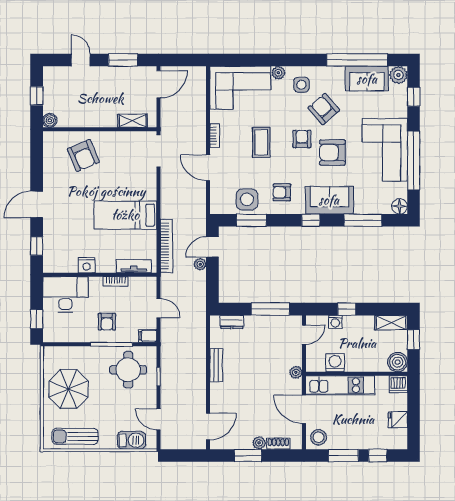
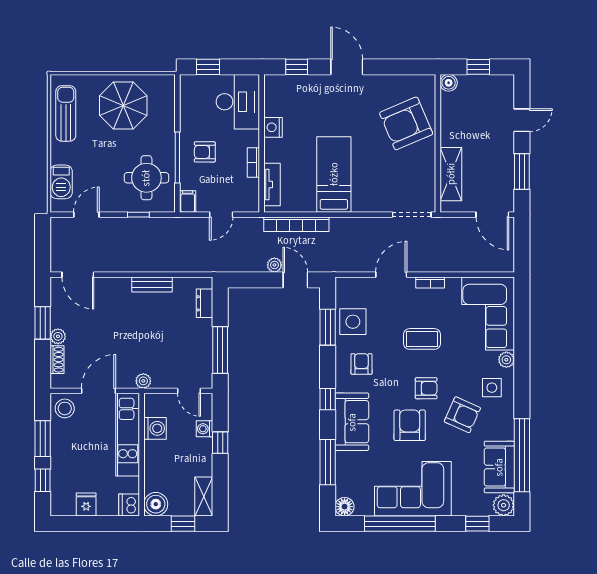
armchair: (324, 109) -> (462, 415), turned 65
shelving: (133, 121) -> (451, 174), width x1.50, depth x1.33
armchair: (83, 155) -> (406, 123), width x1.36, depth x1.36

